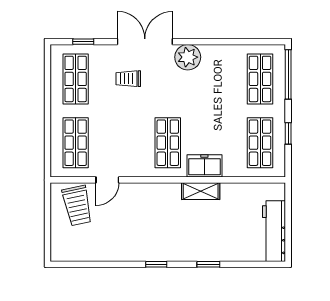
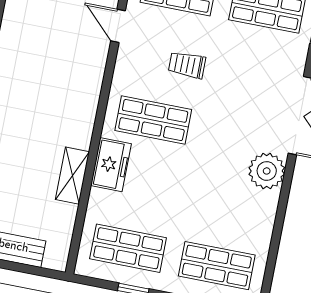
trolley: (128, 79) -> (187, 65), moved, turned -90
shelving: (201, 191) -> (72, 176), moved

